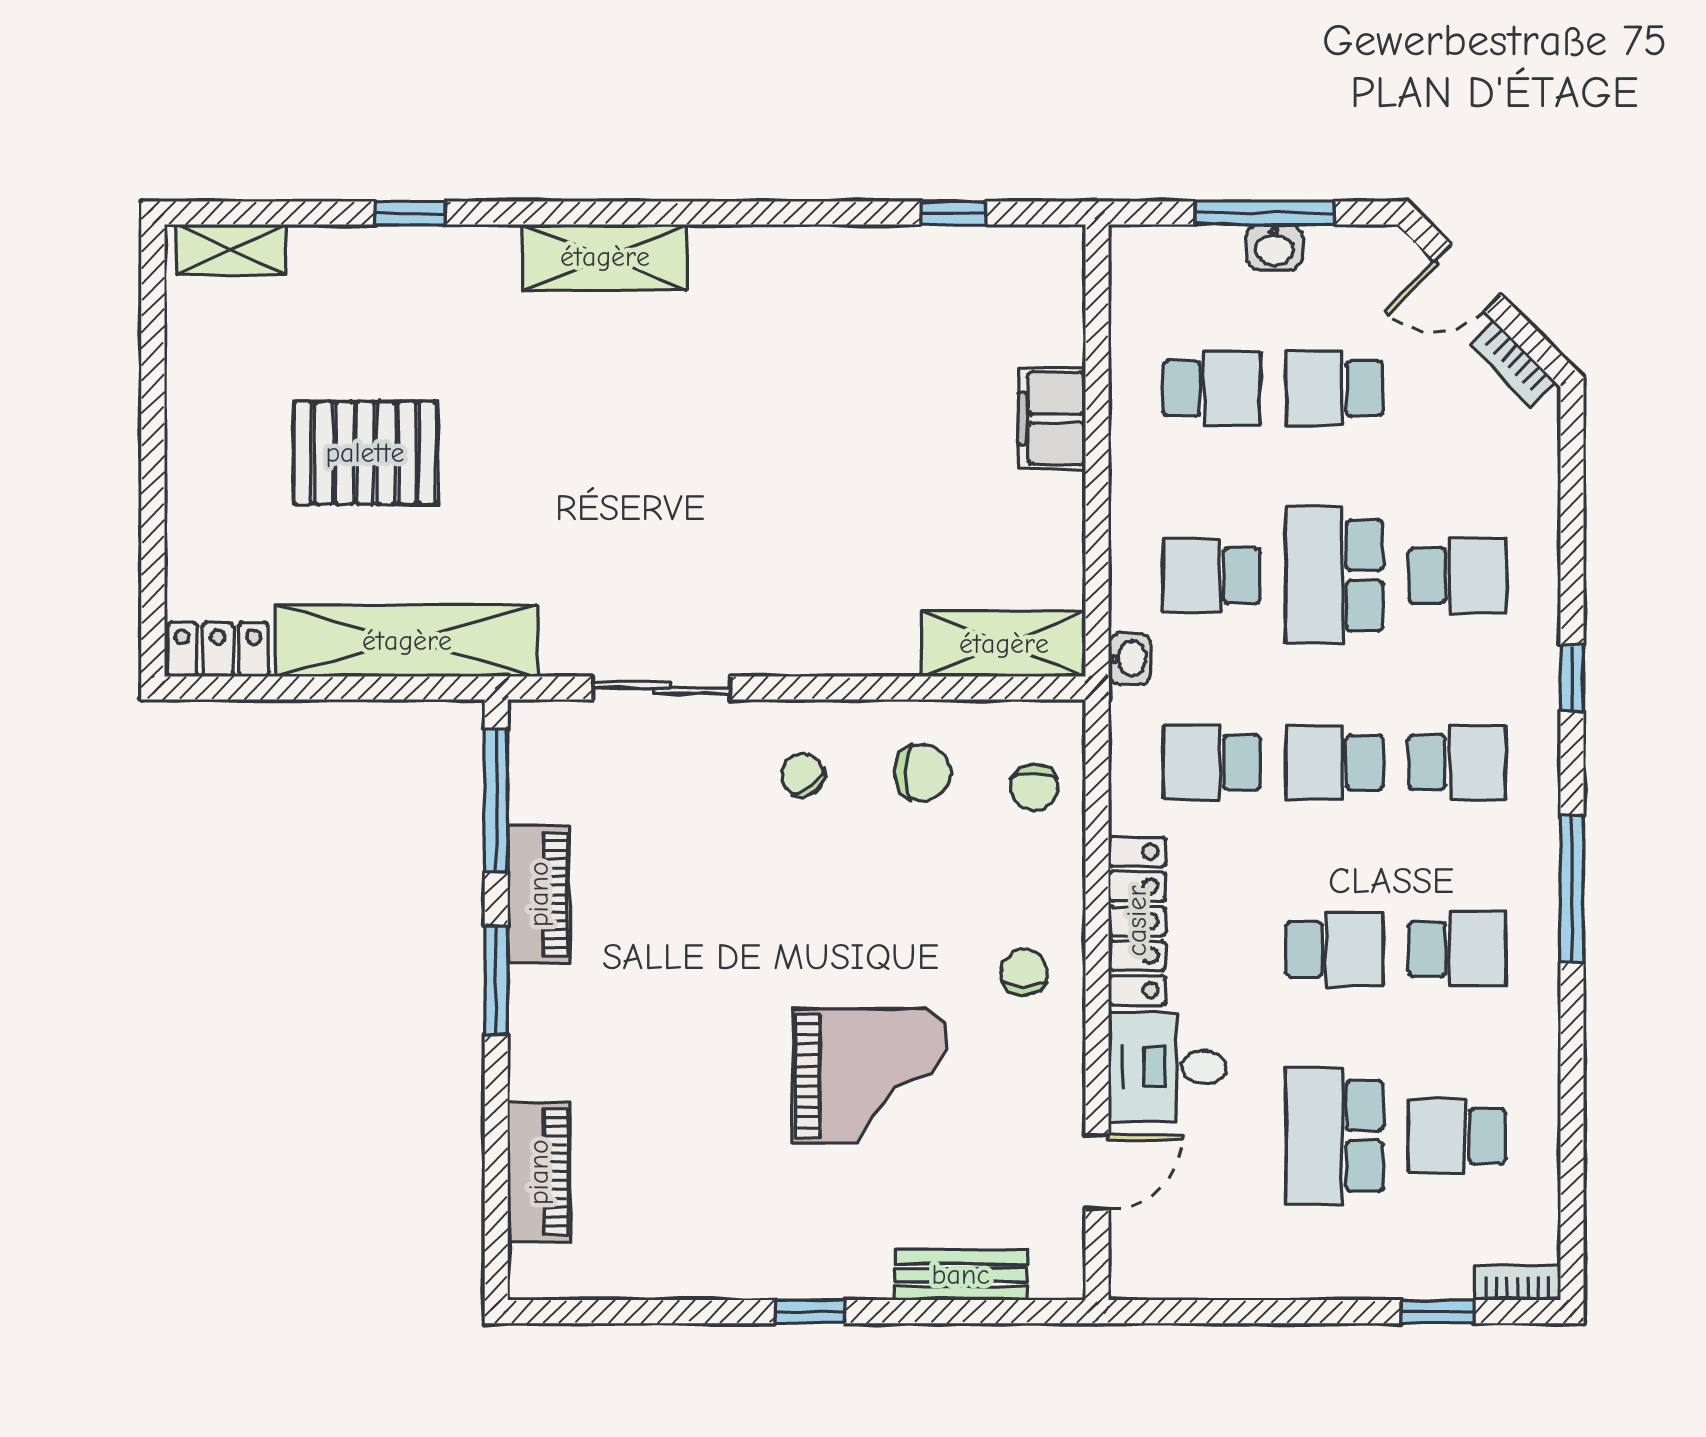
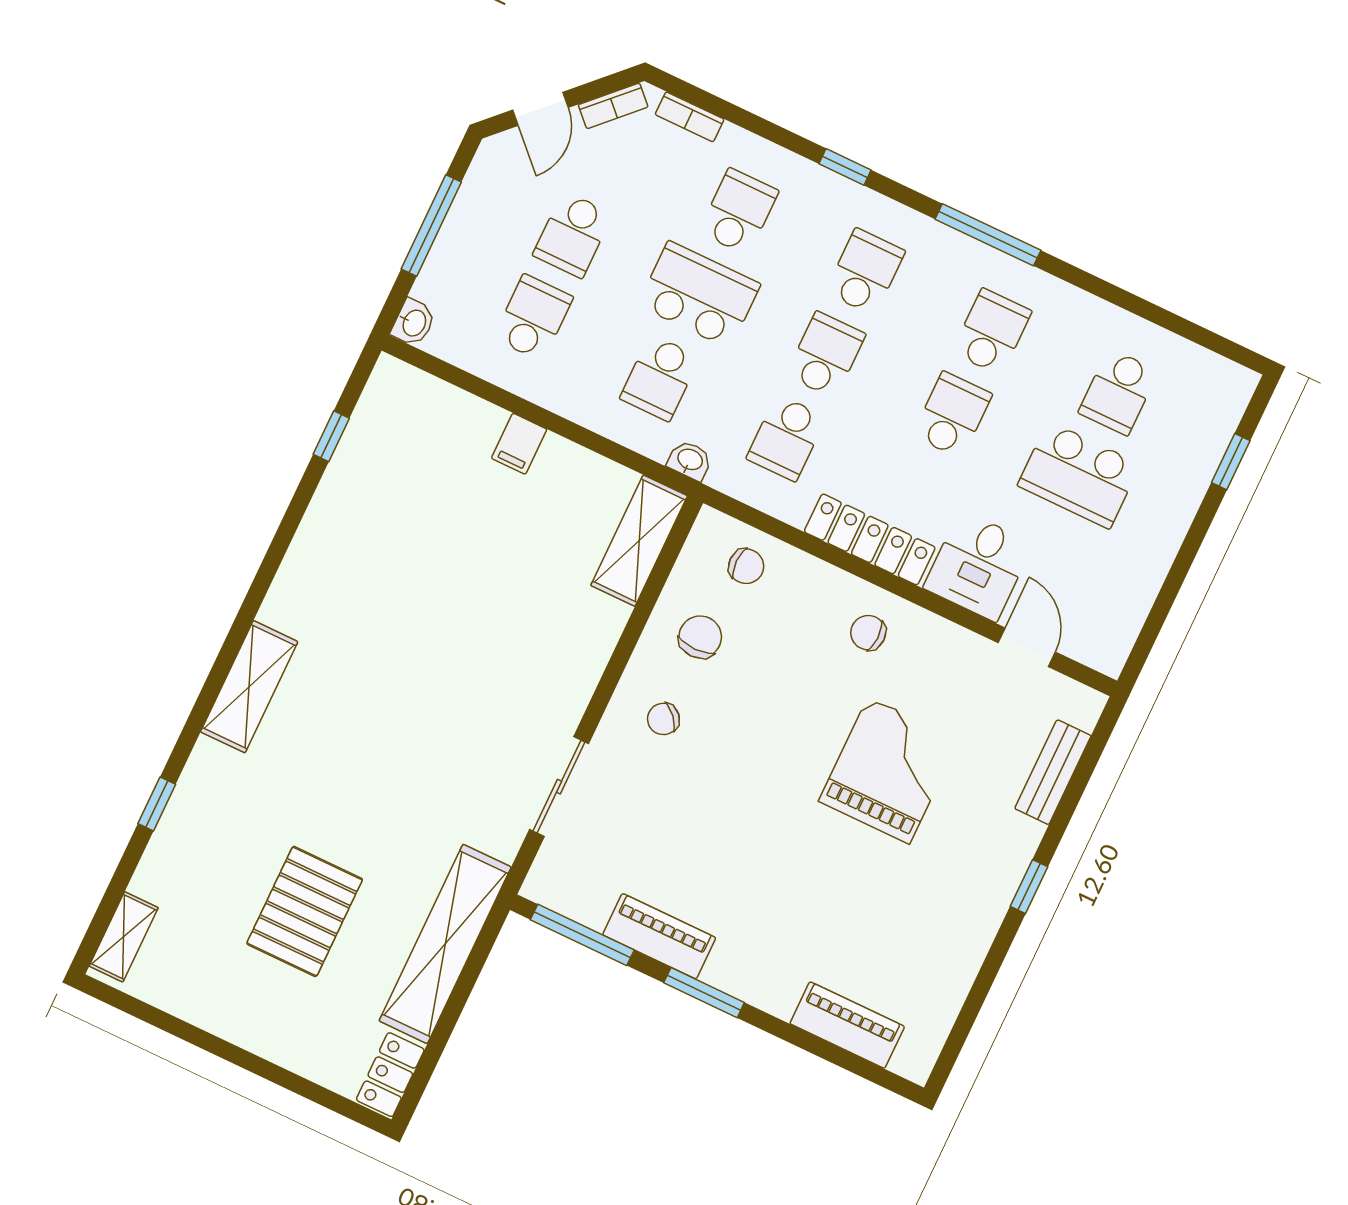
washbasin: (1274, 247) -> (413, 323), moved
filing cabinet: (1052, 418) -> (519, 444), width x0.50
school desk: (1334, 575) -> (699, 295), turned 180
school desk: (1334, 762) -> (826, 355), turned 180
bookcase: (1518, 1283) -> (690, 117), moved, turned -90

